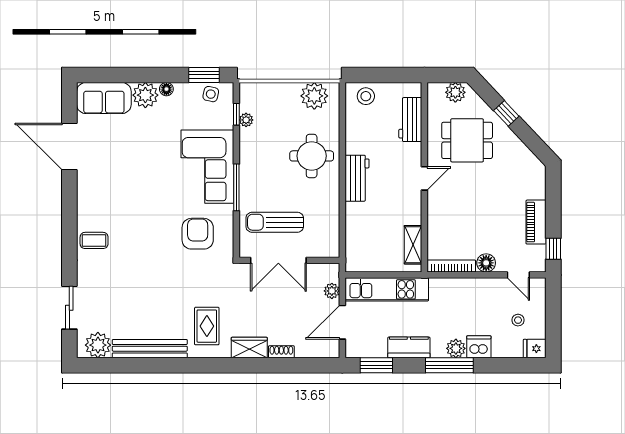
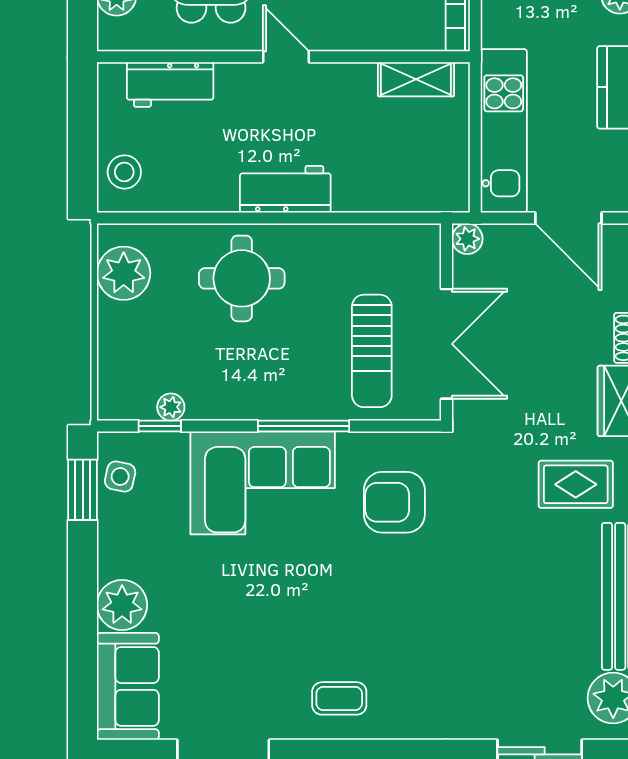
floor lamp: (166, 89) -> (110, 564), removed
coffee table: (94, 240) -> (339, 698), moved, turned 90
plant: (332, 291) -> (467, 239), moved

